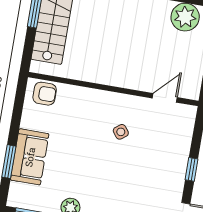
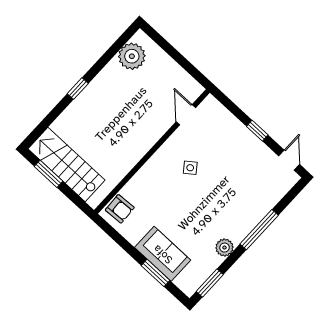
armchair: (45, 94) -> (120, 209), turned 87

